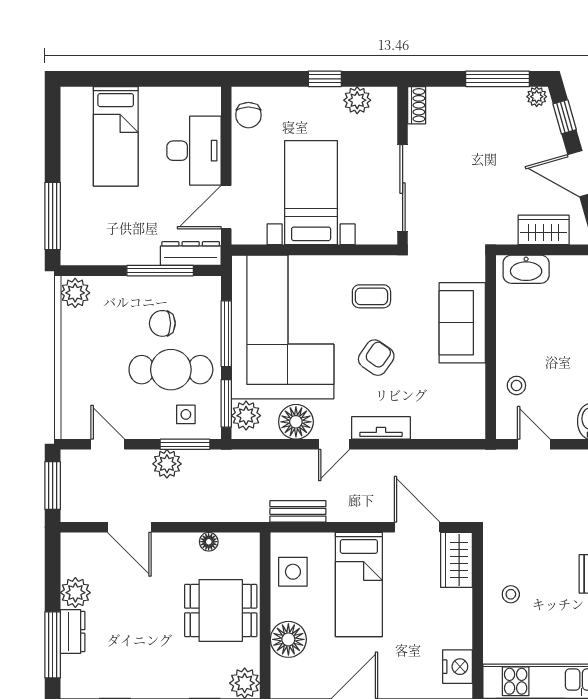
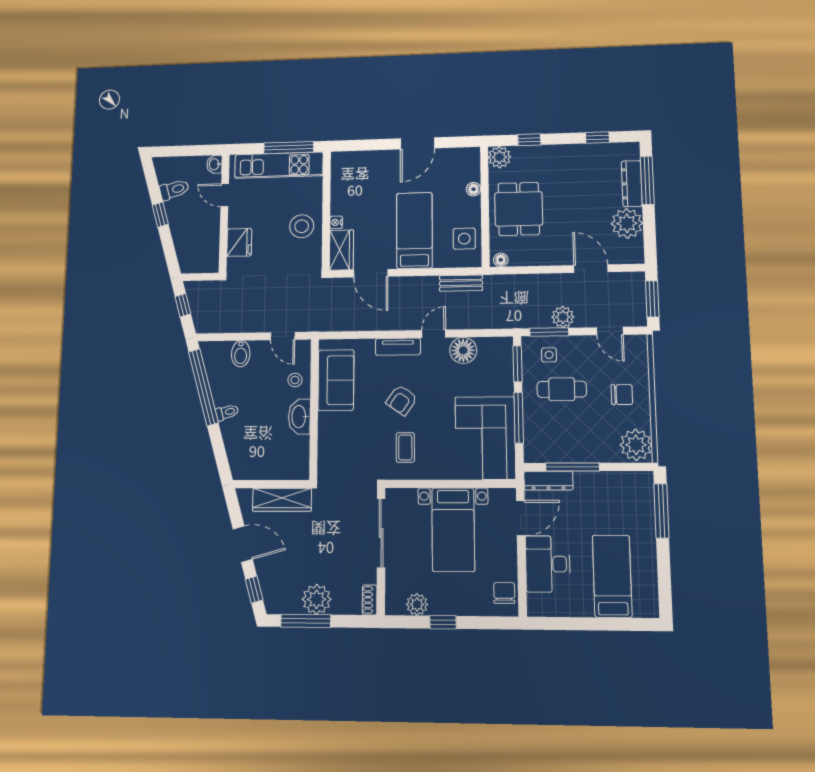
plant: (537, 97) -> (317, 599), moved, width x1.88, depth x1.88
wardrobe: (544, 230) -> (282, 500), width x1.50
washbasin: (526, 269) -> (299, 417), moved, turned -90
plant: (75, 293) -> (636, 445), width x1.36, depth x1.36
coffee table: (371, 296) -> (405, 447), turned 90
chair: (162, 323) -> (622, 395), moved
sofa: (462, 323) -> (336, 380), moved
corner sofa: (283, 327) -> (485, 438), width x0.73, depth x0.74
cafe table: (171, 370) -> (562, 389), width x0.73, depth x0.74
plant: (246, 416) -> (502, 355), removed
floor lamp: (209, 542) -> (501, 260), moved
plant: (75, 593) -> (627, 223), width x1.36, depth x1.36
stool: (511, 594) -> (302, 226), width x1.89, depth x1.89
dining table: (221, 611) -> (519, 209), turned 90
dresser: (73, 631) -> (632, 184), width x1.44
floor lamp: (288, 639) -> (474, 189), width x0.53, depth x0.53
nightstand: (458, 667) -> (336, 222), moved, width x0.53, depth x0.56

